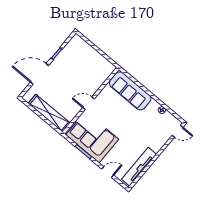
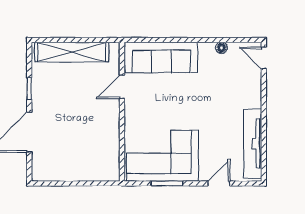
door: (89, 103) -> (122, 87), moved
shelving: (49, 113) -> (72, 52), moved
door: (178, 131) -> (264, 58), swing flipped

